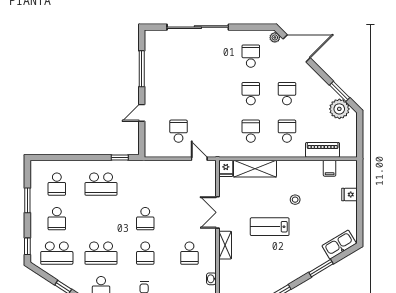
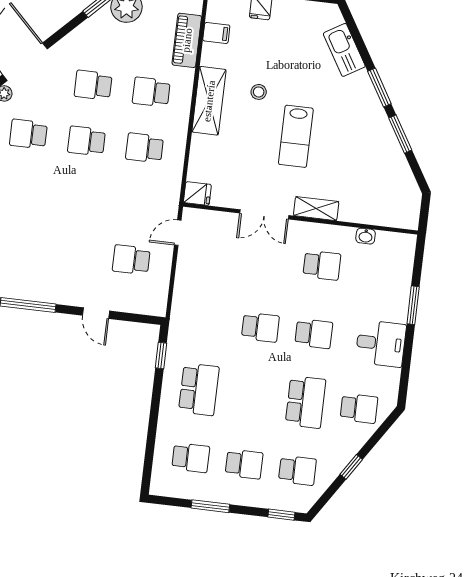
shelving: (255, 169) -> (209, 101), moved
kitchen sink: (339, 245) -> (344, 50), moved
school desk: (57, 253) -> (297, 470), width x0.54
window: (321, 268) -> (379, 88), moved

